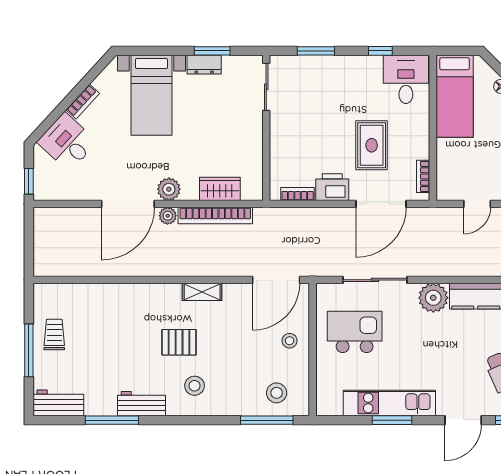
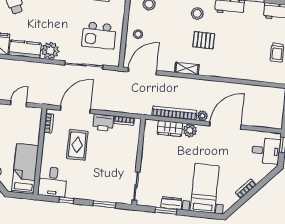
desk: (67, 142) -> (266, 151), moved, turned -42
plant: (169, 189) -> (190, 130), moved

